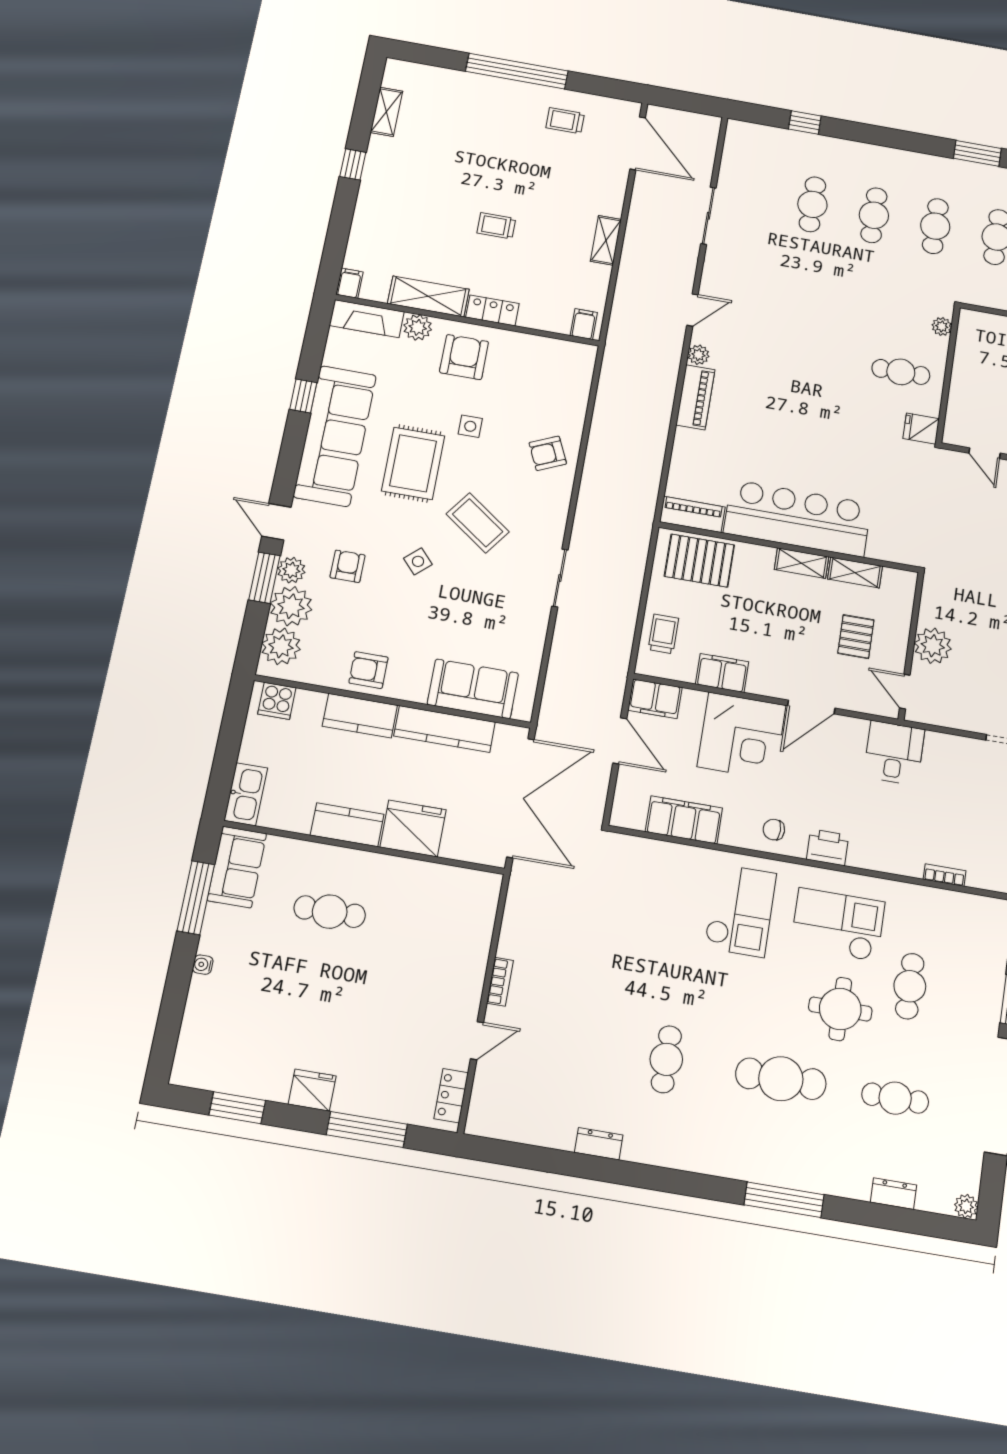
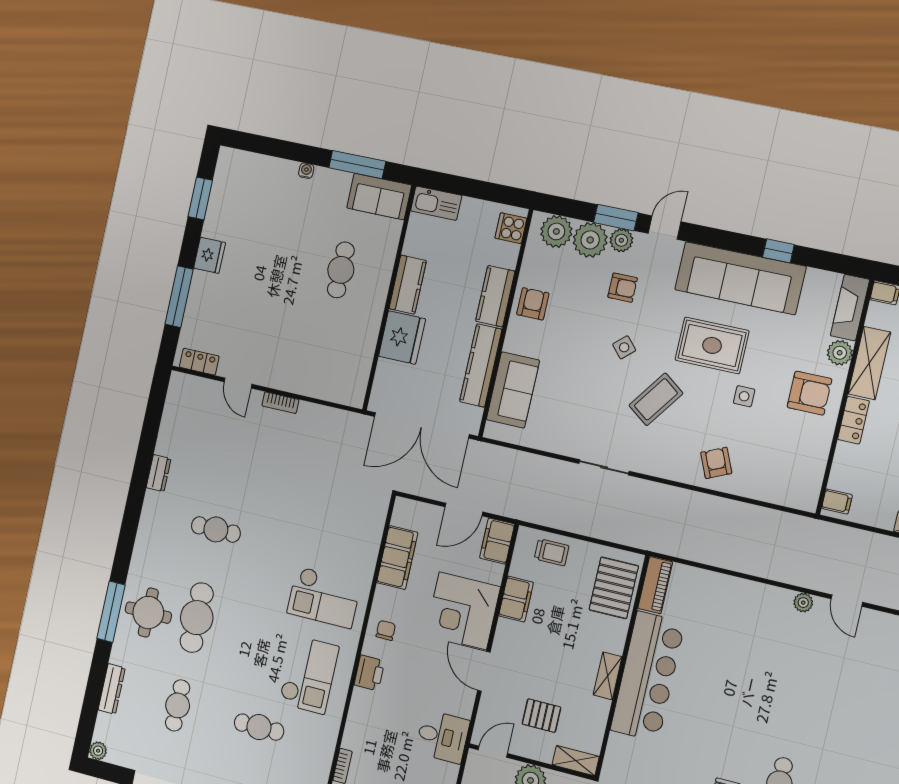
piano: (695, 397) -> (763, 596), removed
shelving: (855, 573) -> (576, 761), moved, turned 90
round table: (840, 1009) -> (148, 613), moved
dresser: (893, 1194) -> (112, 689), width x1.44

